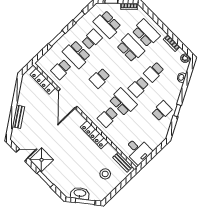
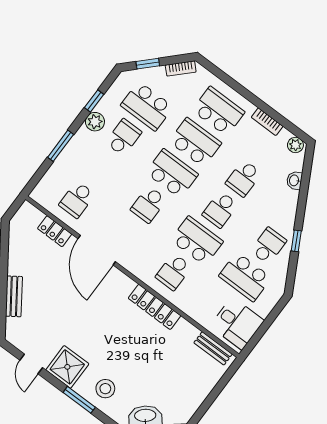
plant: (78, 28) -> (95, 122), added
school desk: (76, 54) -> (172, 173), moved, turned 180
locker: (43, 81) -> (55, 231), width x0.66
school desk: (146, 126) -> (245, 277), added
door: (22, 155) -> (31, 364), swing flipped
stool: (105, 174) -> (105, 389), moved

